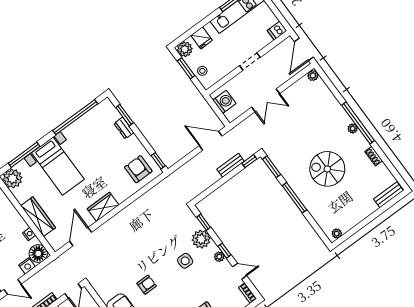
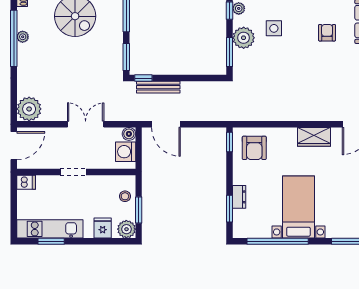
plant: (313, 76) -> (29, 109), width x1.88, depth x1.88
boiler: (231, 116) -> (129, 134), added
bench: (231, 165) -> (158, 87), width x1.36
bed with nightstands: (58, 166) -> (298, 207), moved
window: (204, 222) -> (229, 52), width x1.50
armchair: (147, 285) -> (327, 33), turned 90

